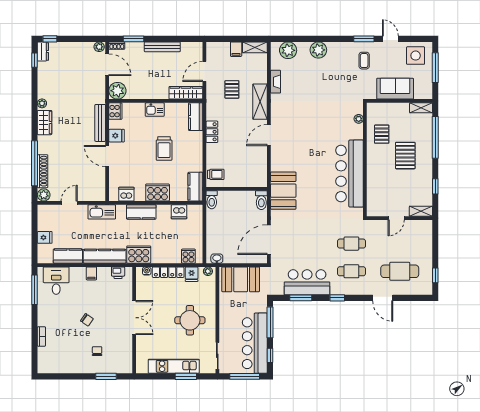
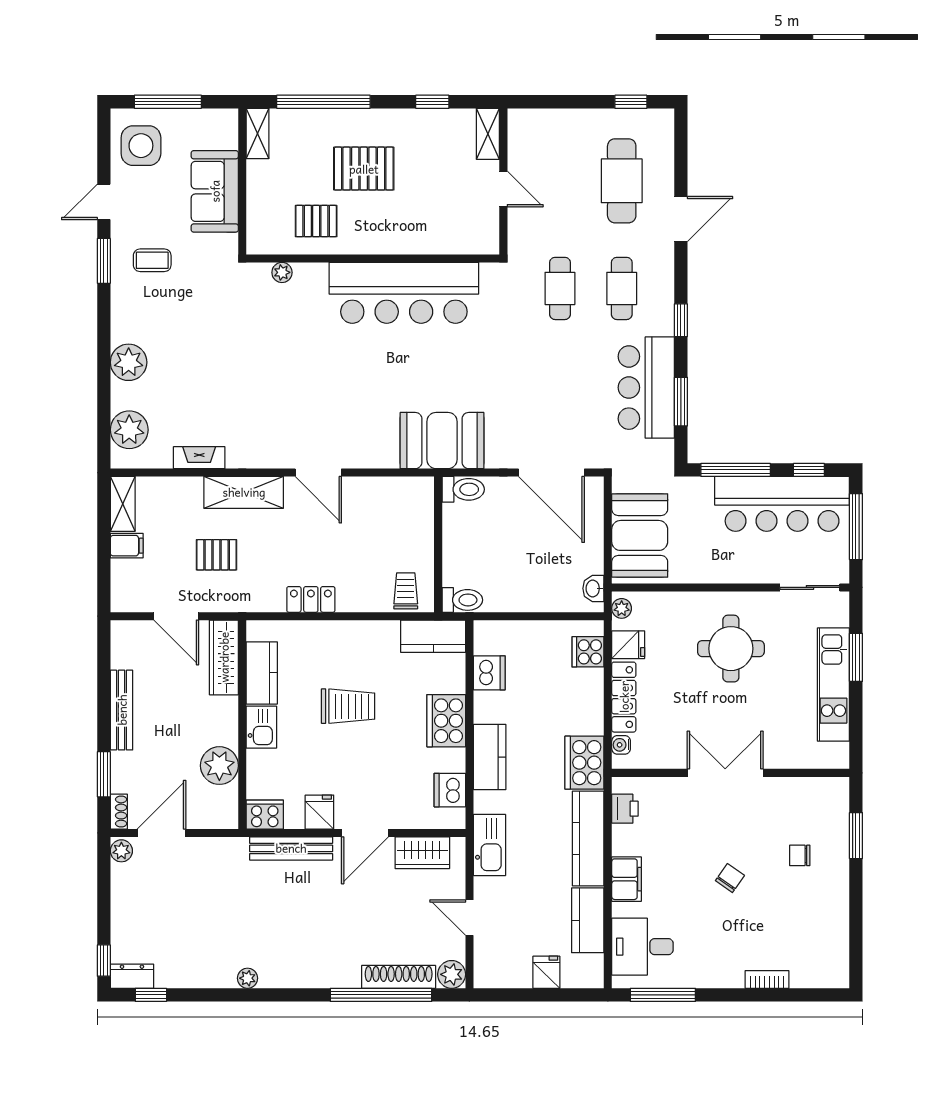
plant: (117, 91) -> (219, 766), moved
kitchen counter: (196, 117) -> (262, 673), moved, turned -90
wardrobe: (45, 123) -> (422, 853), moved, turned 180
filing cabinet: (91, 273) -> (627, 879), width x2.00

